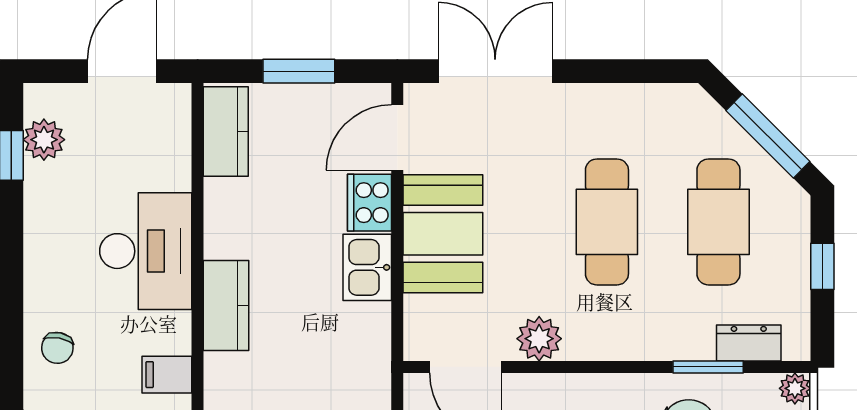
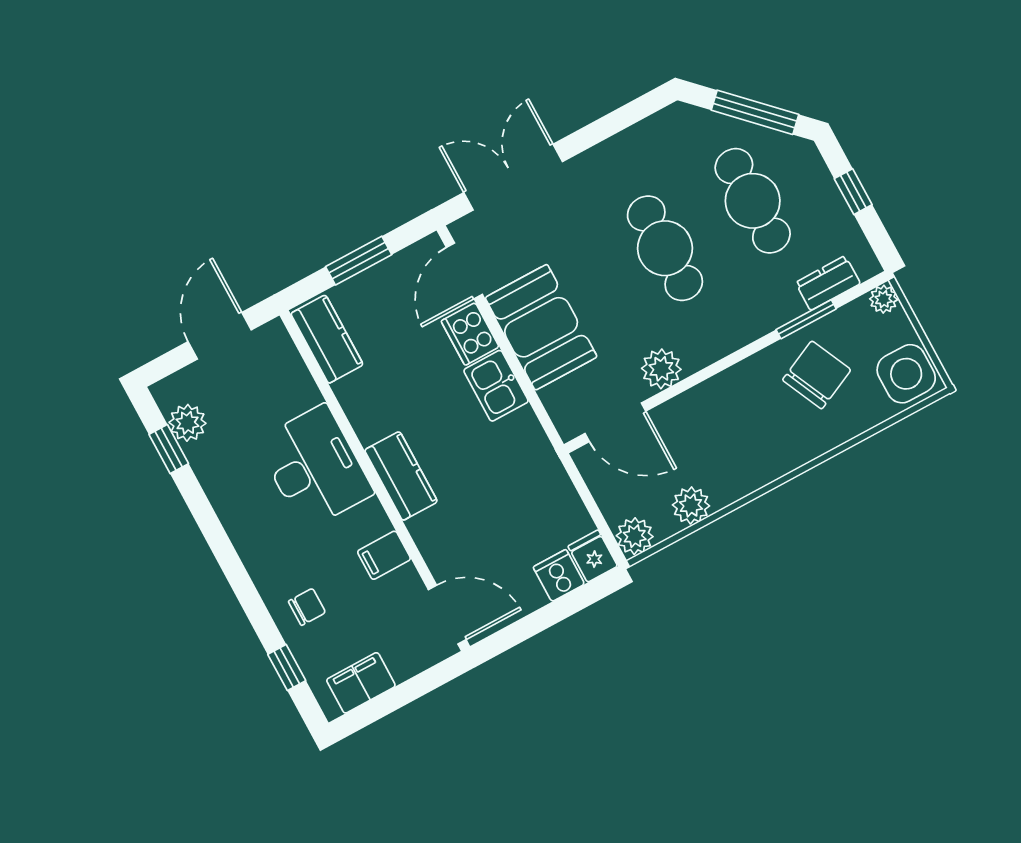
chair: (57, 348) -> (307, 607), moved, turned -101

